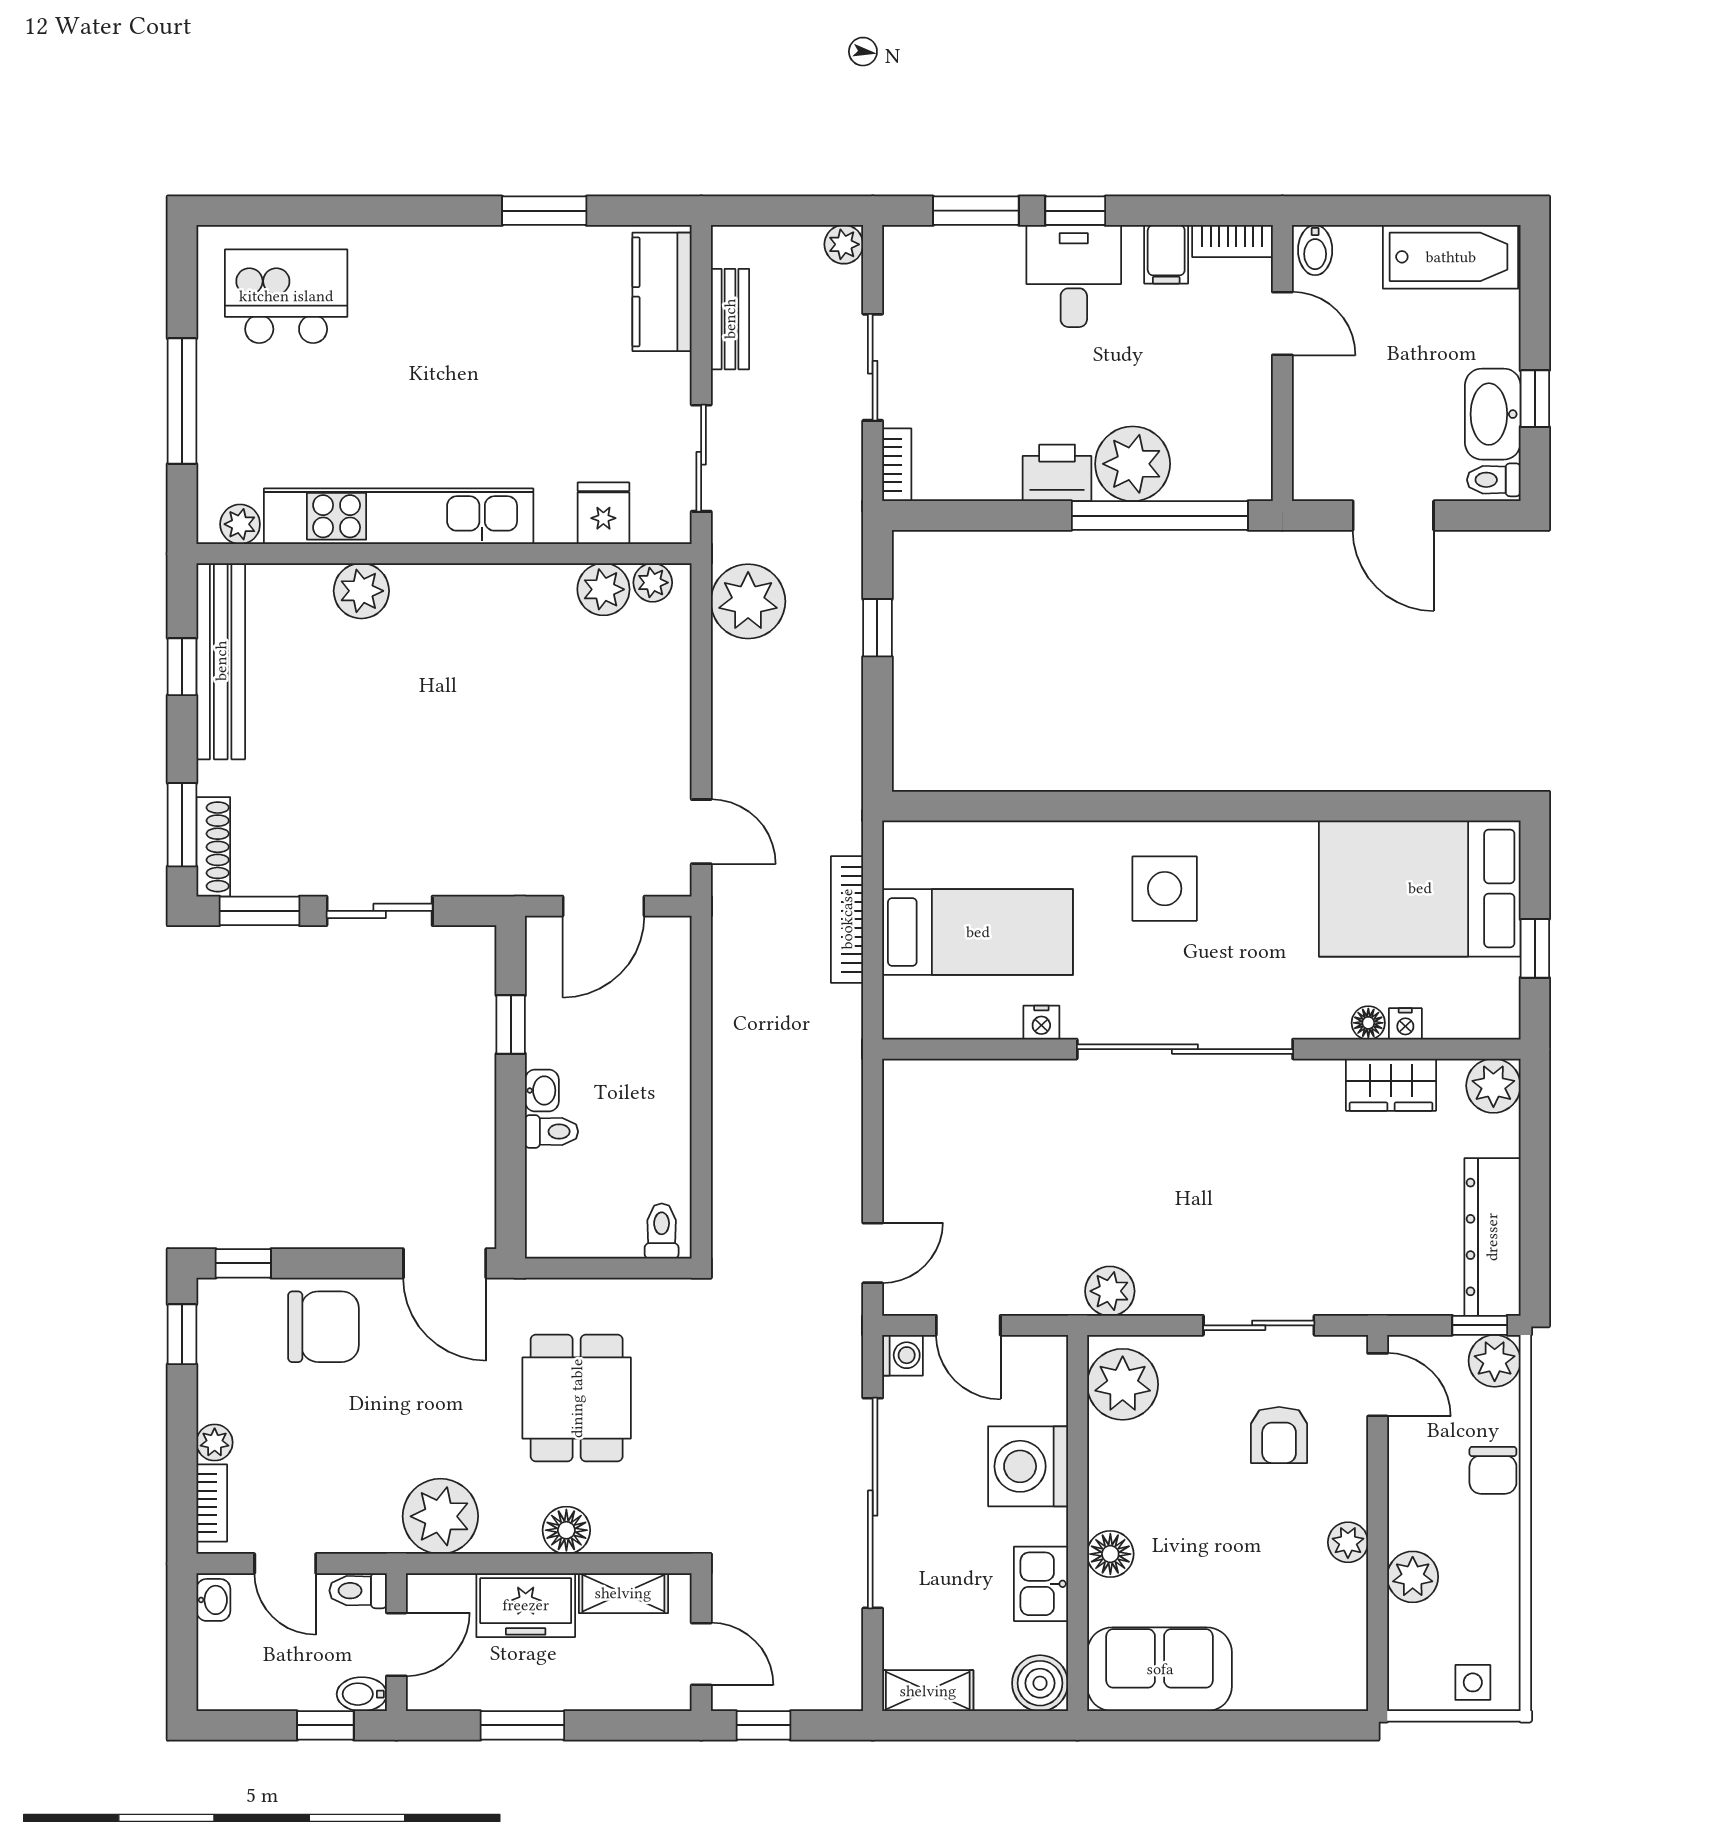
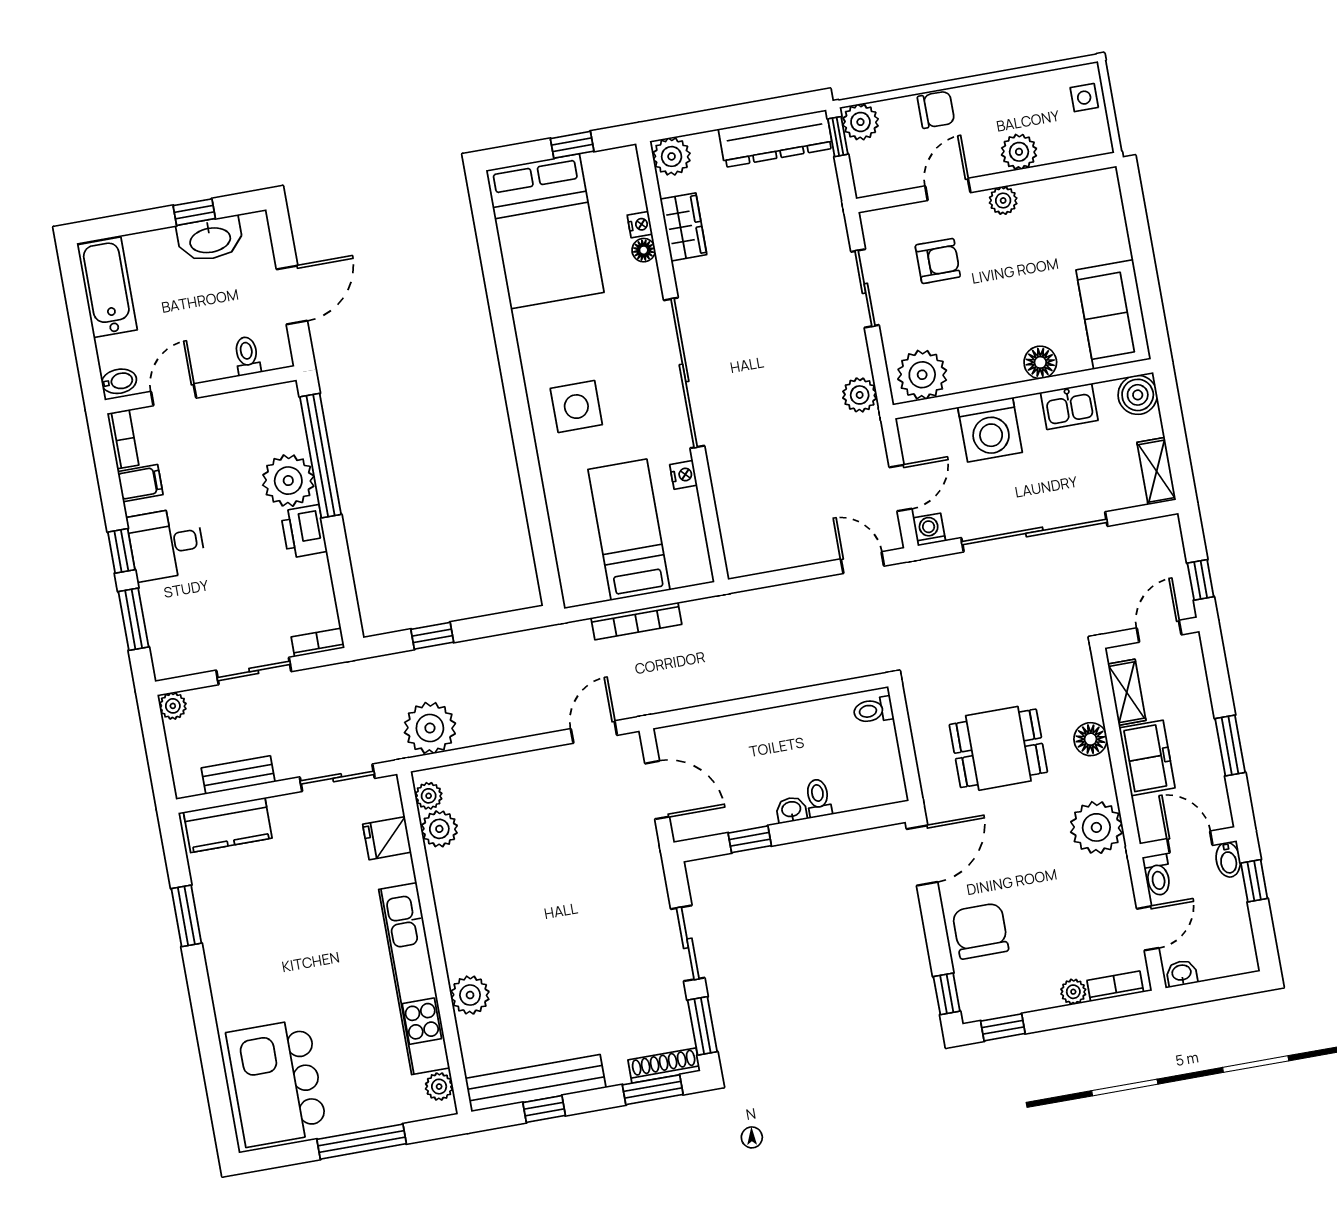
kitchen island: (286, 296) -> (277, 1083), width x1.37, depth x1.28
toilet: (1494, 480) -> (247, 356), moved, turned 180
door: (1378, 1385) -> (948, 189), moved

